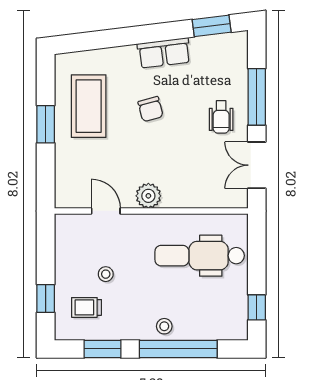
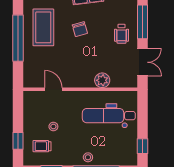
window: (46, 124) -> (18, 38), width x2.11
double door: (257, 165) -> (143, 62), swing flipped
plant: (148, 196) -> (102, 80), moved

